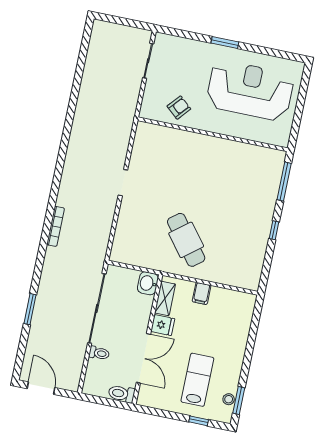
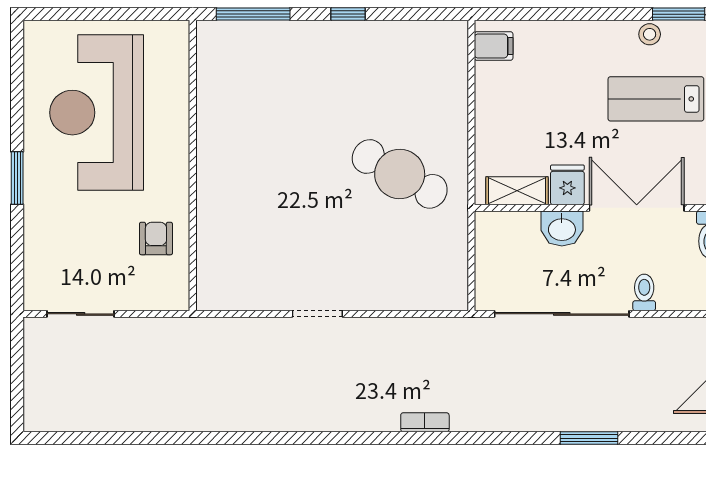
armchair: (179, 108) -> (156, 238), turned 49
bookcase: (56, 226) -> (425, 422), width x0.64
cafe table: (186, 240) -> (400, 174), turned 67
washbasin: (148, 283) -> (562, 229), moved
filing cabinet: (202, 293) -> (494, 46), moved
stool: (229, 399) -> (650, 34), moved

